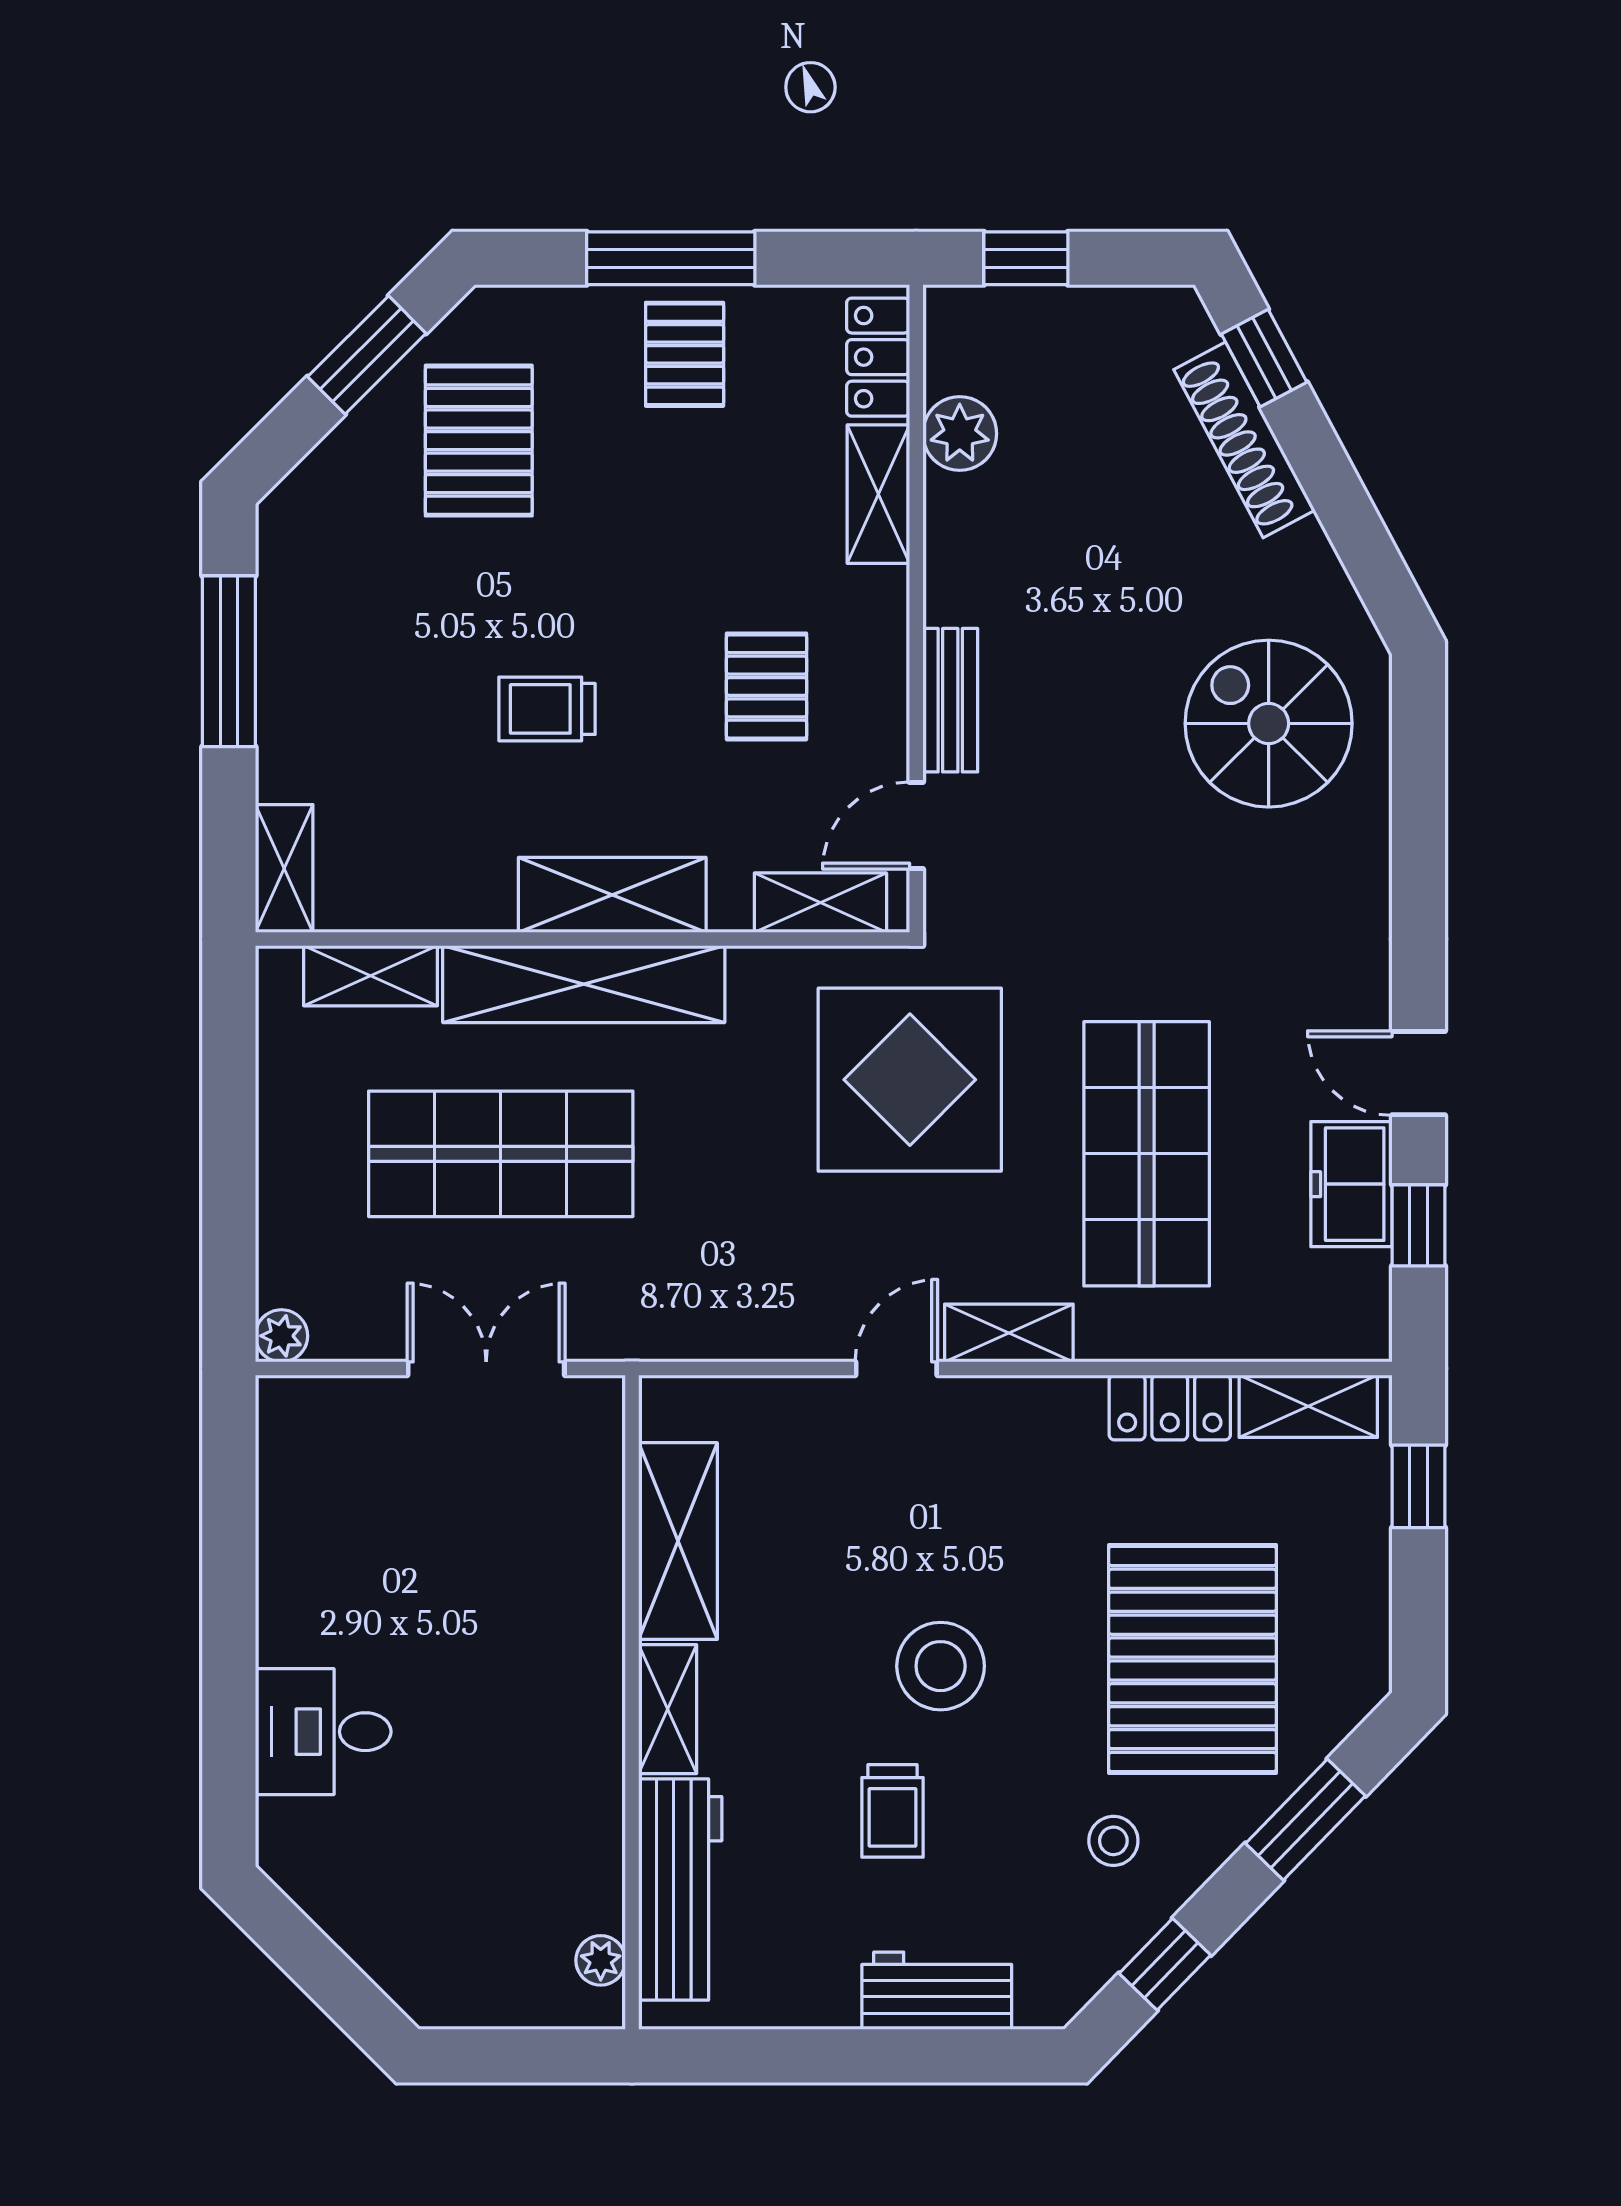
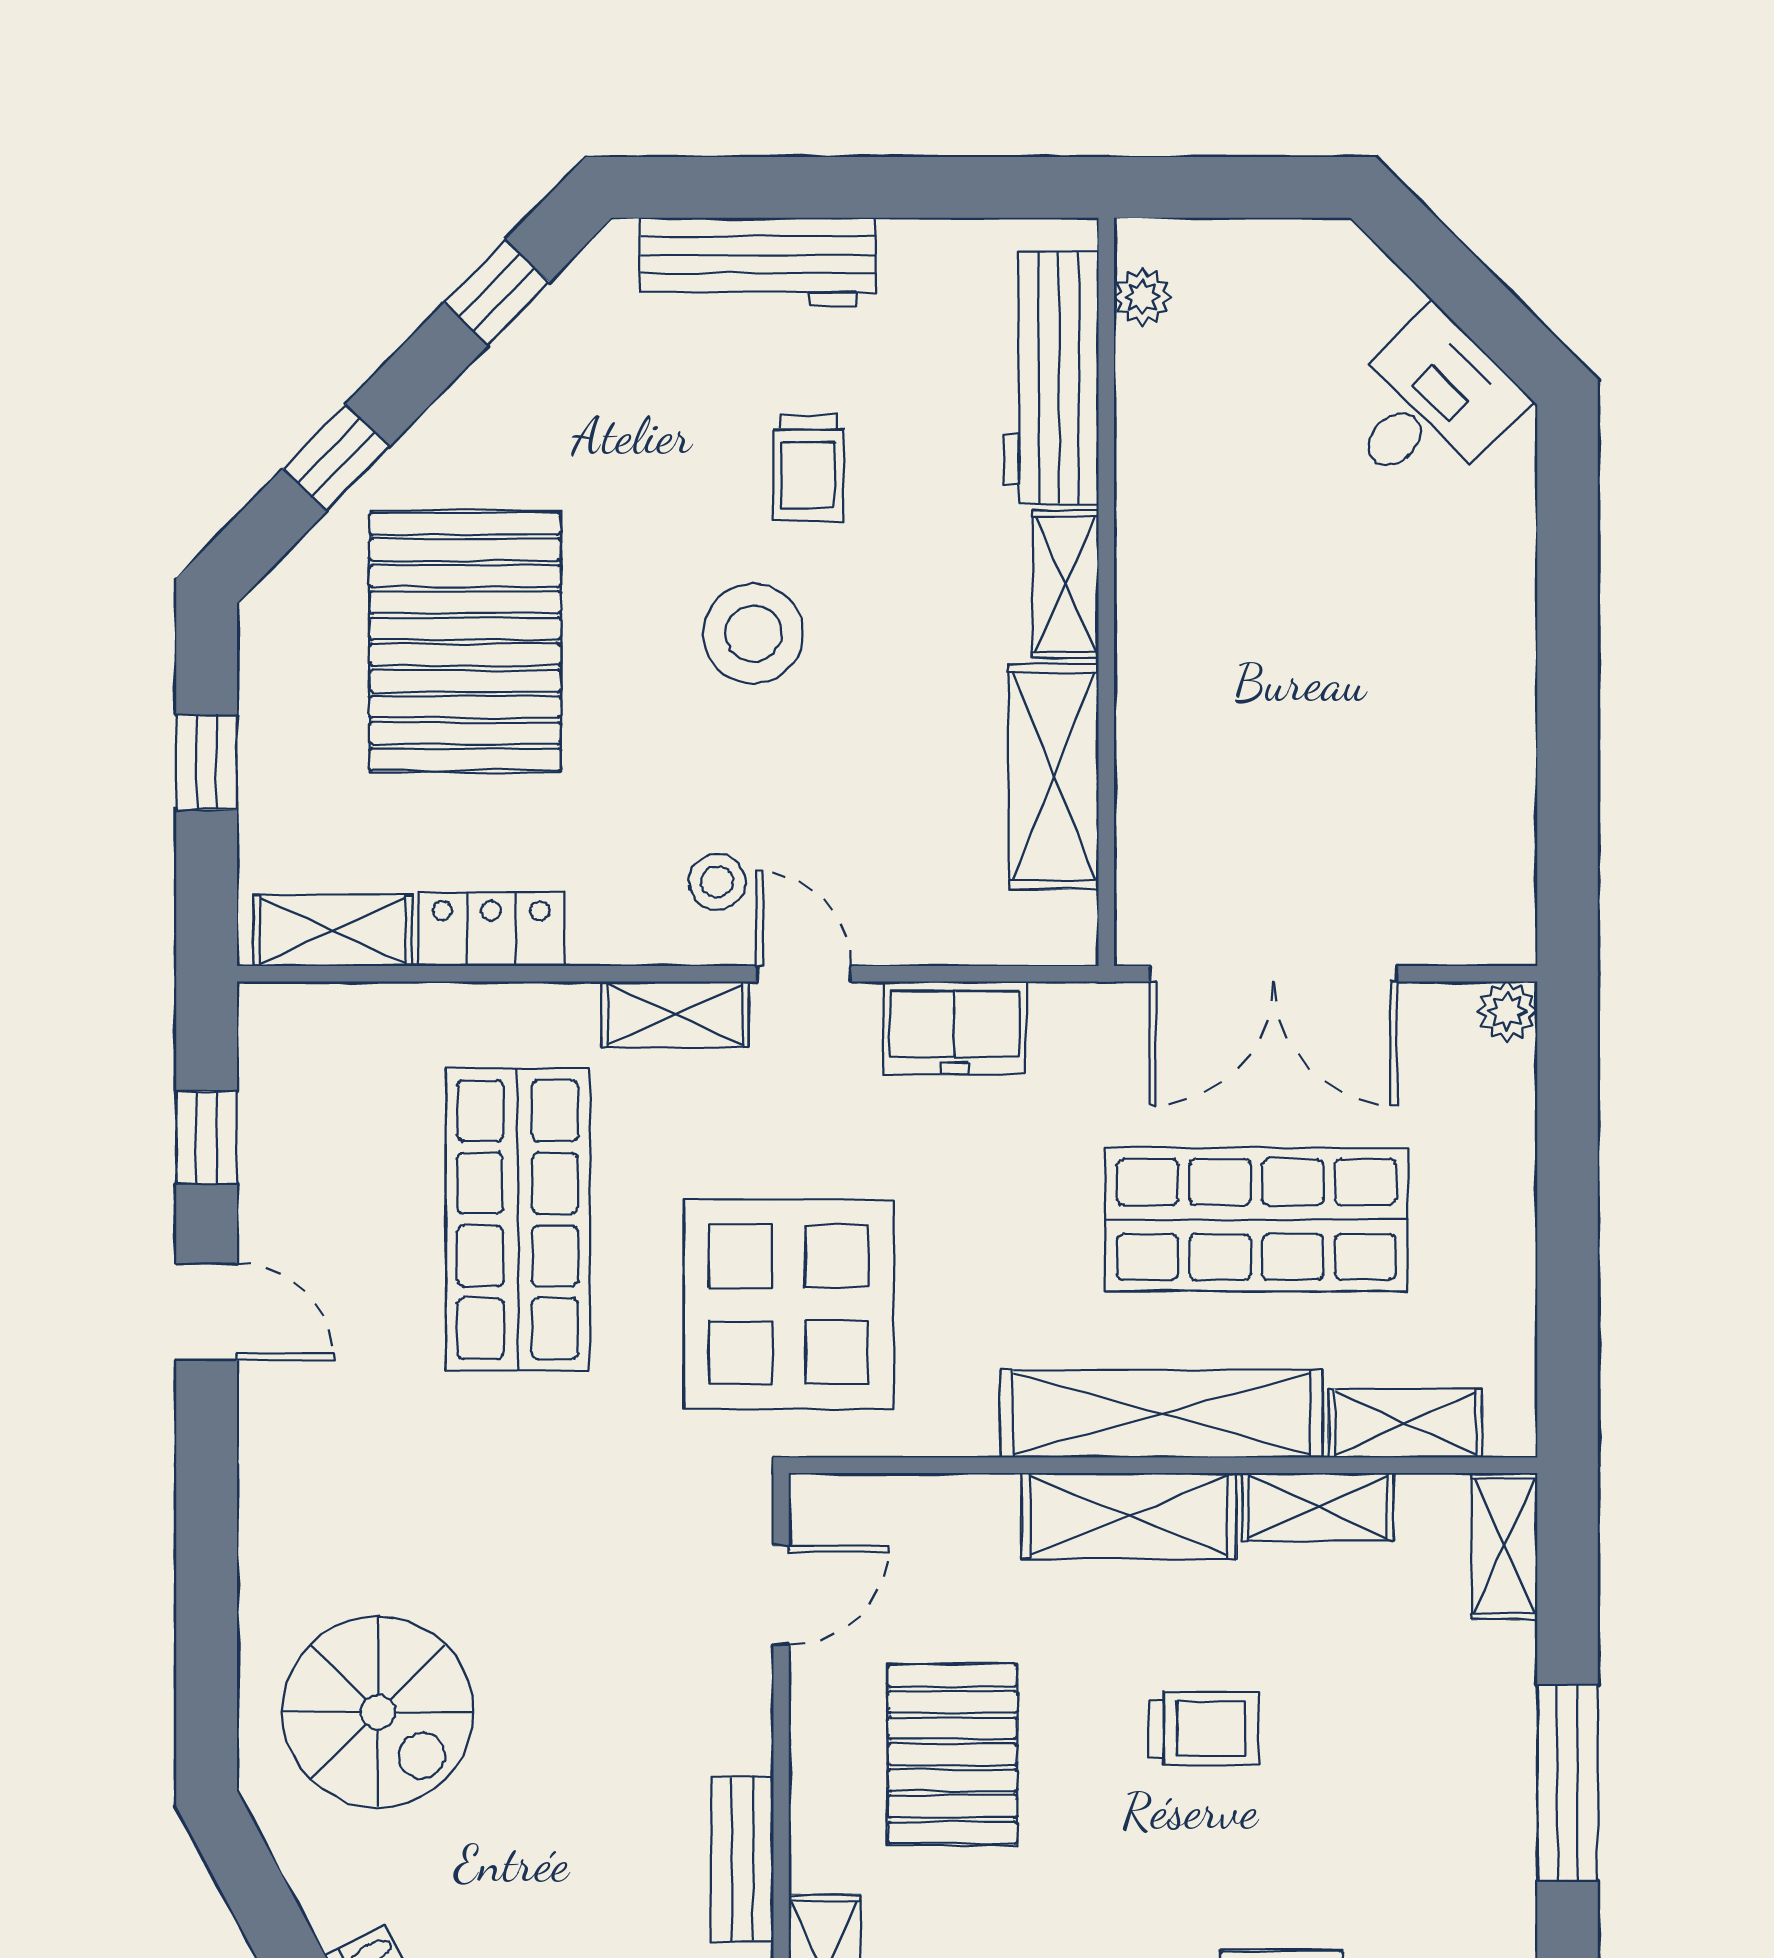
pallet: (767, 686) -> (952, 1754), width x1.50, depth x1.42
bench: (950, 700) -> (742, 1859), moved
shelving: (820, 903) -> (1318, 1507), moved
freezer: (1351, 1184) -> (955, 1028), moved, turned 90
double door: (486, 1369) -> (1273, 974), width x1.37
door: (896, 1369) -> (804, 974), swing flipped
window: (1419, 1486) -> (207, 762), moved
desk: (323, 1732) -> (1428, 405), moved, turned -45
trolley: (892, 1811) -> (808, 468), turned 180
window: (1305, 1820) -> (336, 458), width x0.67
stool: (1113, 1841) -> (717, 882), moved
workbench: (937, 1991) -> (758, 262), width x1.38

